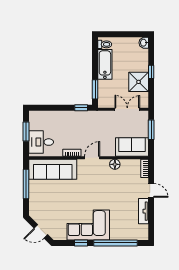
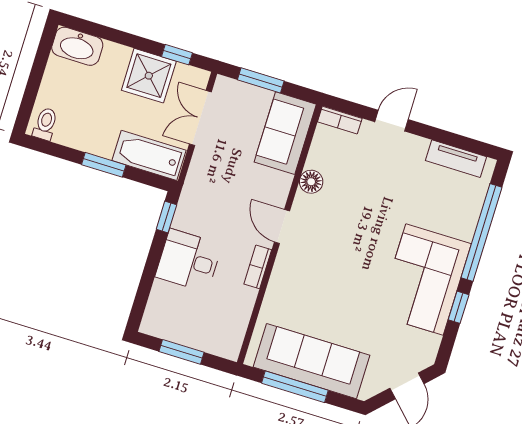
washbasin: (144, 43) -> (77, 46), width x1.91, depth x1.45
bathtub: (105, 64) -> (149, 155), moved
window: (151, 72) -> (177, 55), moved
window: (95, 89) -> (104, 165), moved
desk: (41, 142) -> (189, 261), moved, turned 90
sofa: (53, 169) -> (311, 361), moved, turned -90
tv unit: (143, 211) -> (456, 159), moved

